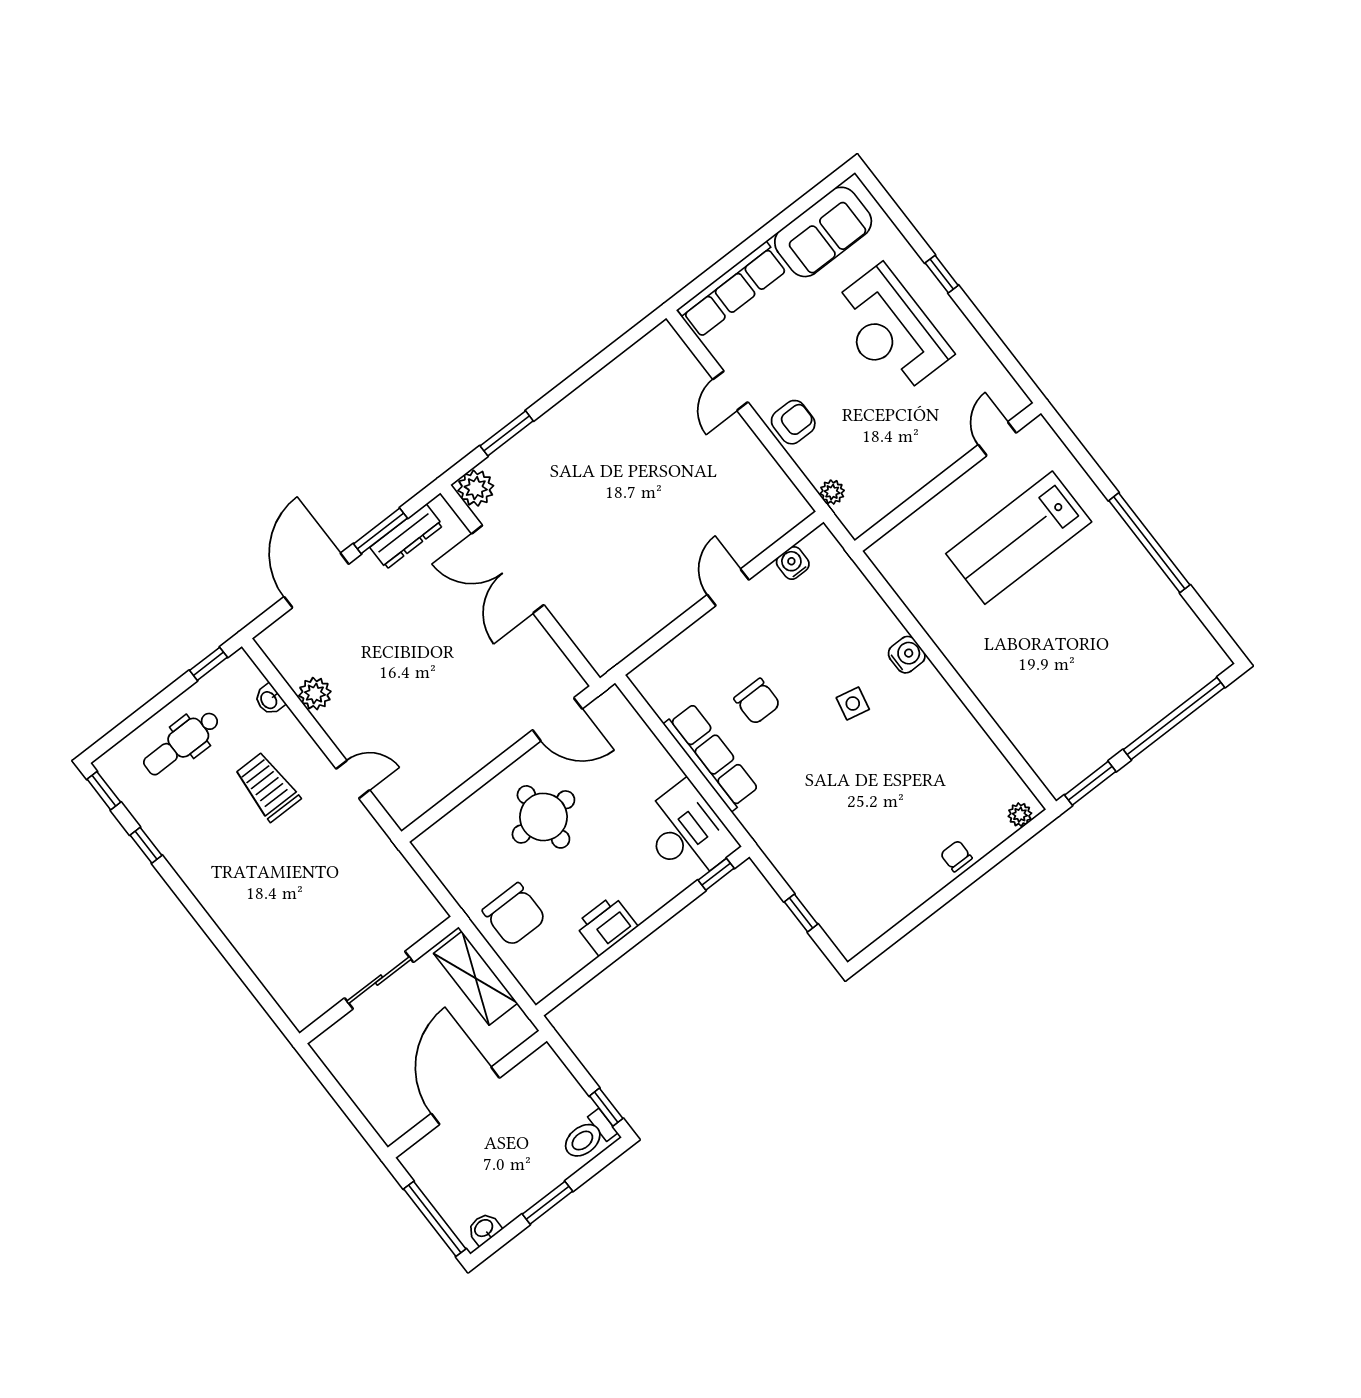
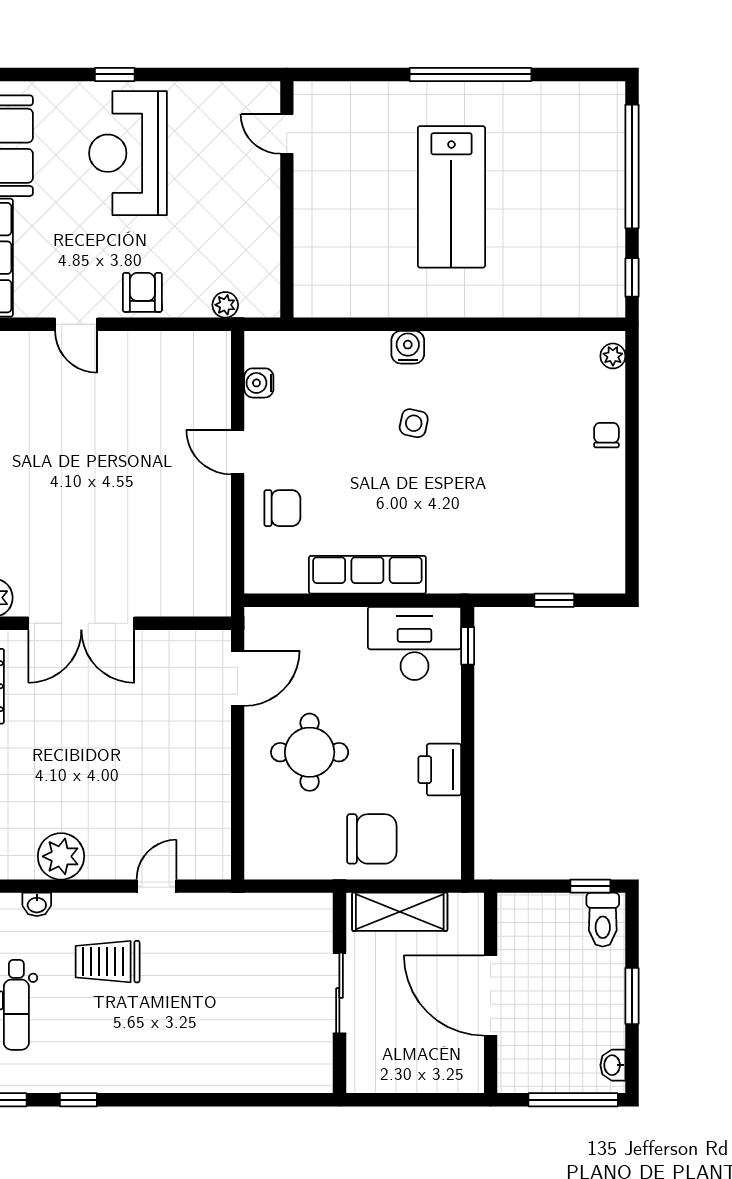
reception desk: (890, 330) -> (128, 153), turned 90
lab bench: (1019, 538) -> (451, 197), moved
plant: (315, 694) -> (61, 856), width x1.36, depth x1.36
chair: (757, 701) -> (282, 508), moved
window: (1090, 783) -> (632, 277), width x0.67
chair: (956, 856) -> (606, 435), turned 90

